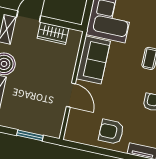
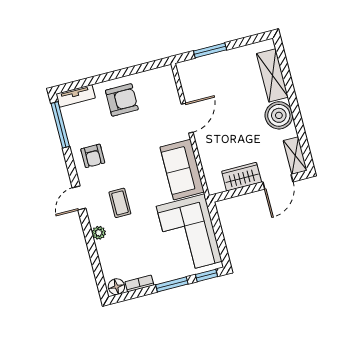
door: (71, 95) -> (187, 118), swing flipped

